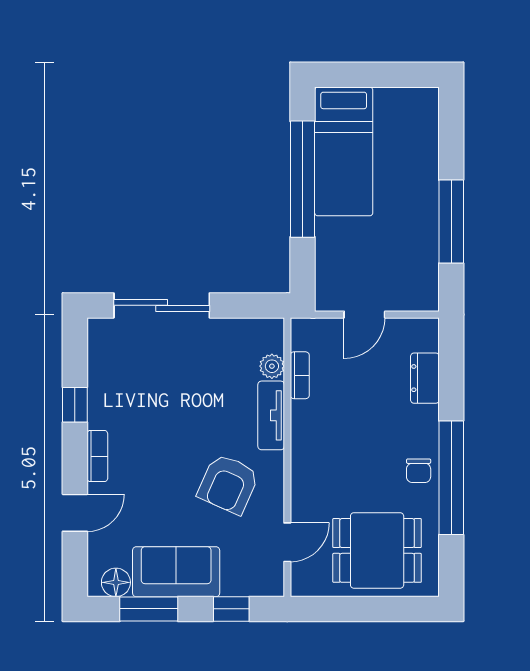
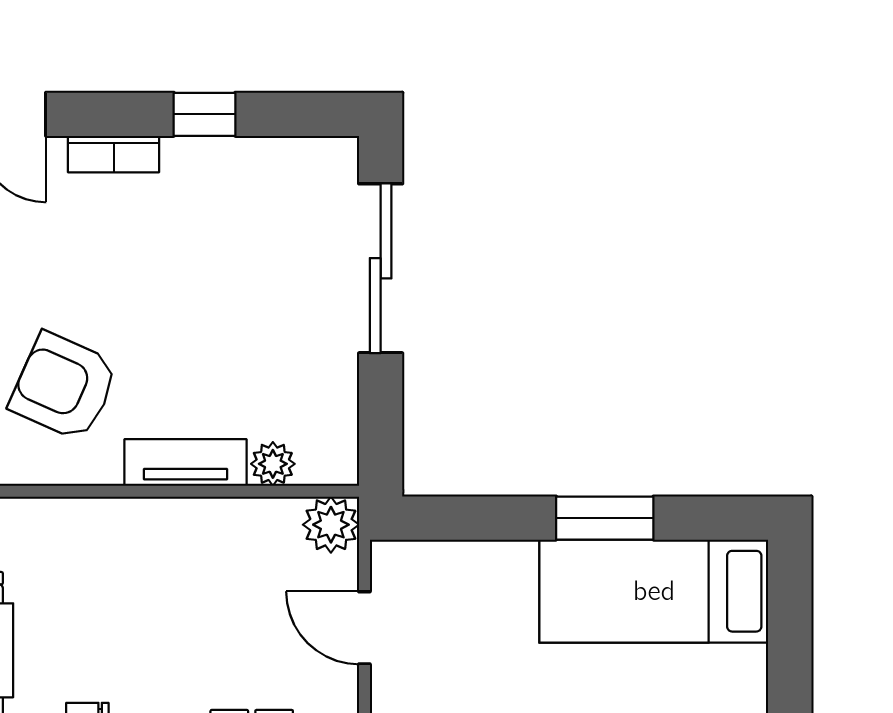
window: (303, 179) -> (605, 518), width x0.47
plant: (306, 333) -> (331, 525), added
bookcase: (300, 375) -> (257, 513), removed

